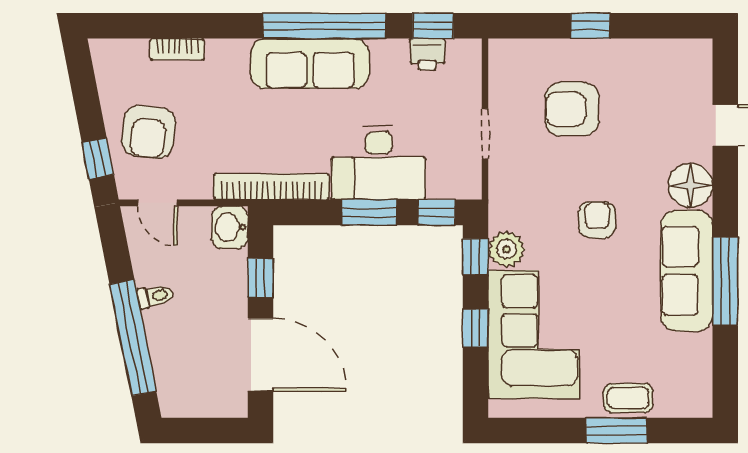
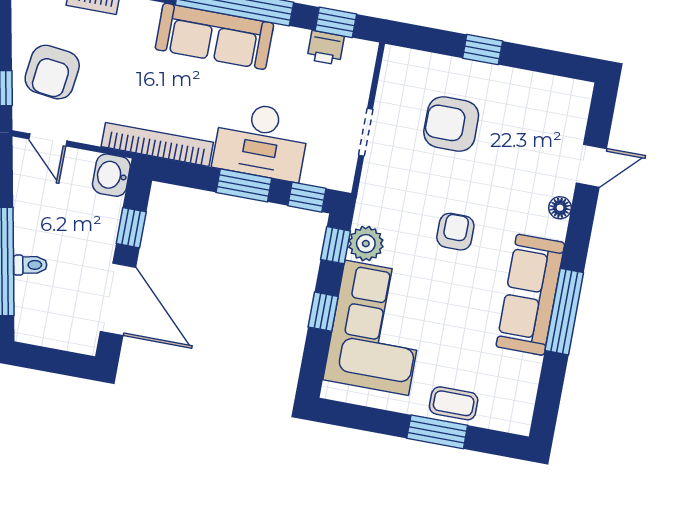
floor lamp: (690, 185) -> (560, 208), width x0.53, depth x0.53
toilet: (155, 296) -> (30, 265), moved

